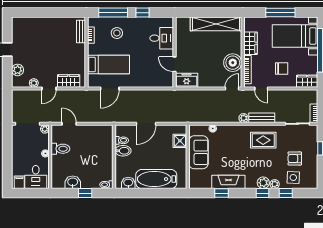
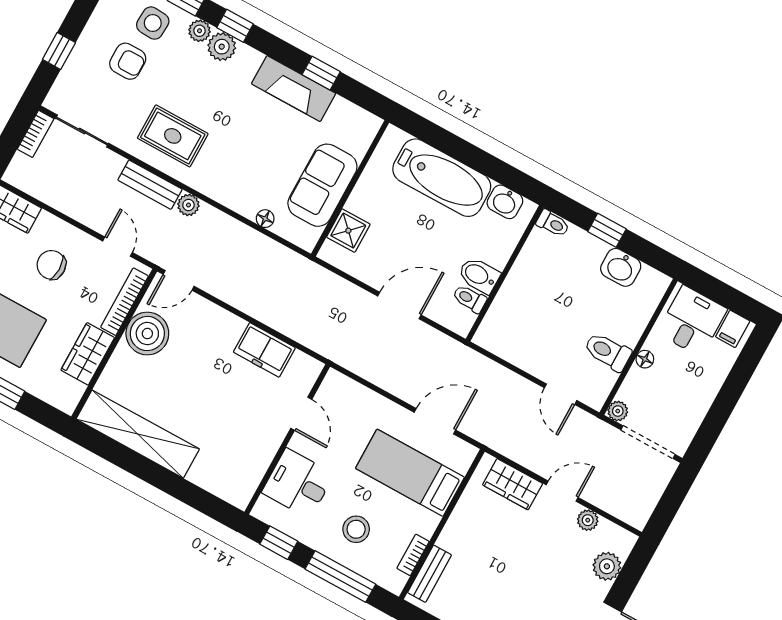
desk: (162, 38) -> (298, 483), moved
wall: (175, 52) -> (287, 439), moved
door: (175, 64) -> (301, 414), moved

